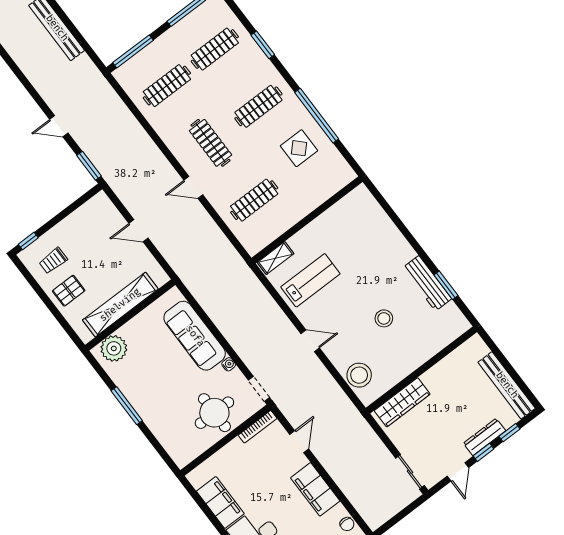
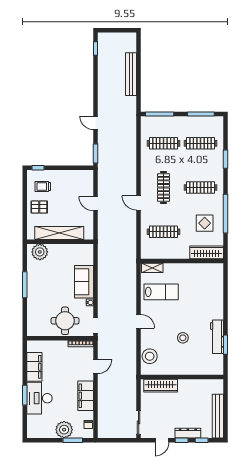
wardrobe: (330, 184) -> (207, 252), added
sofa: (195, 336) -> (84, 282), width x0.73

